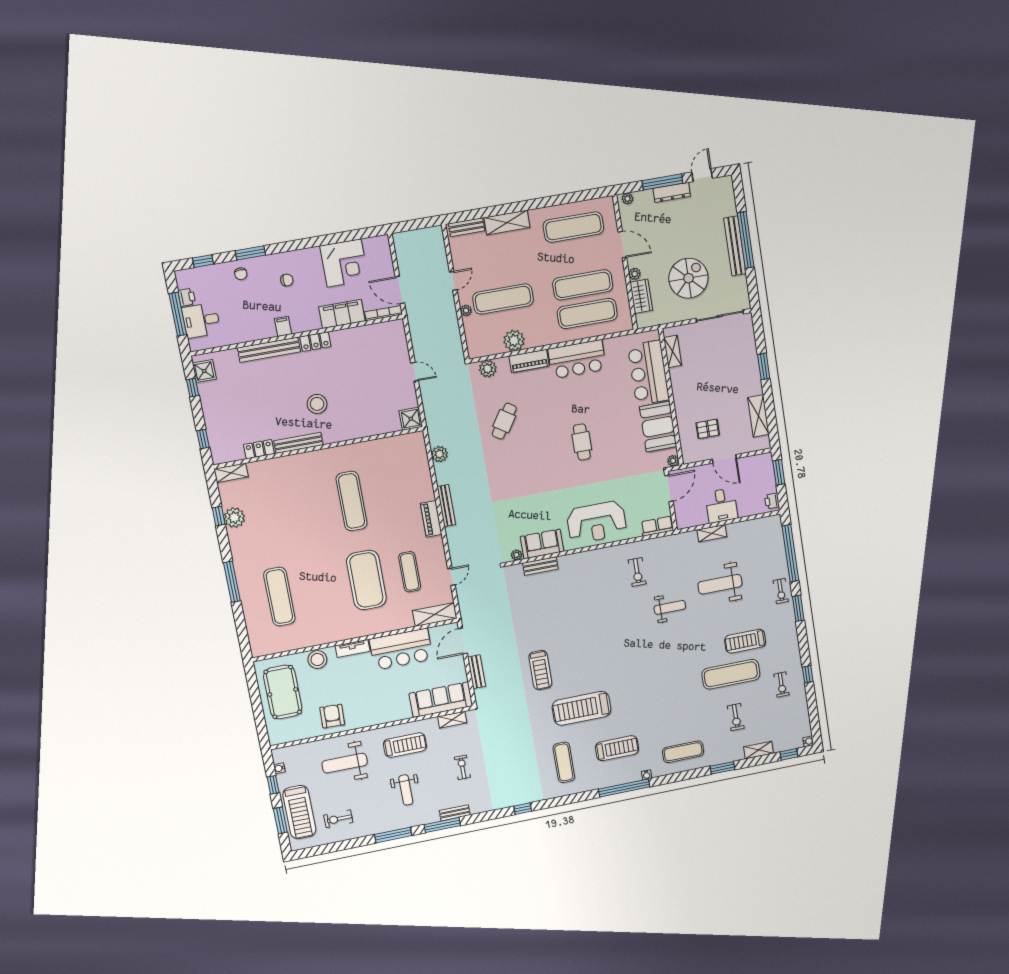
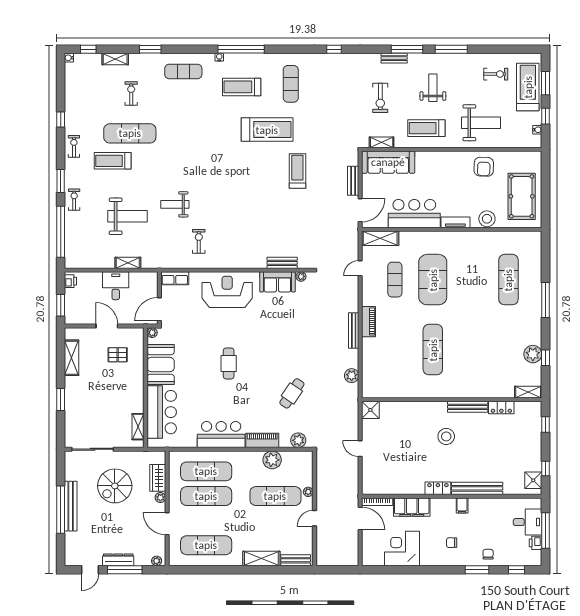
treadmill: (745, 641) -> (113, 161), turned 180
exercise bike: (781, 685) -> (74, 146), moved
exercise bike: (462, 767) -> (380, 98), width x1.38, depth x1.39

